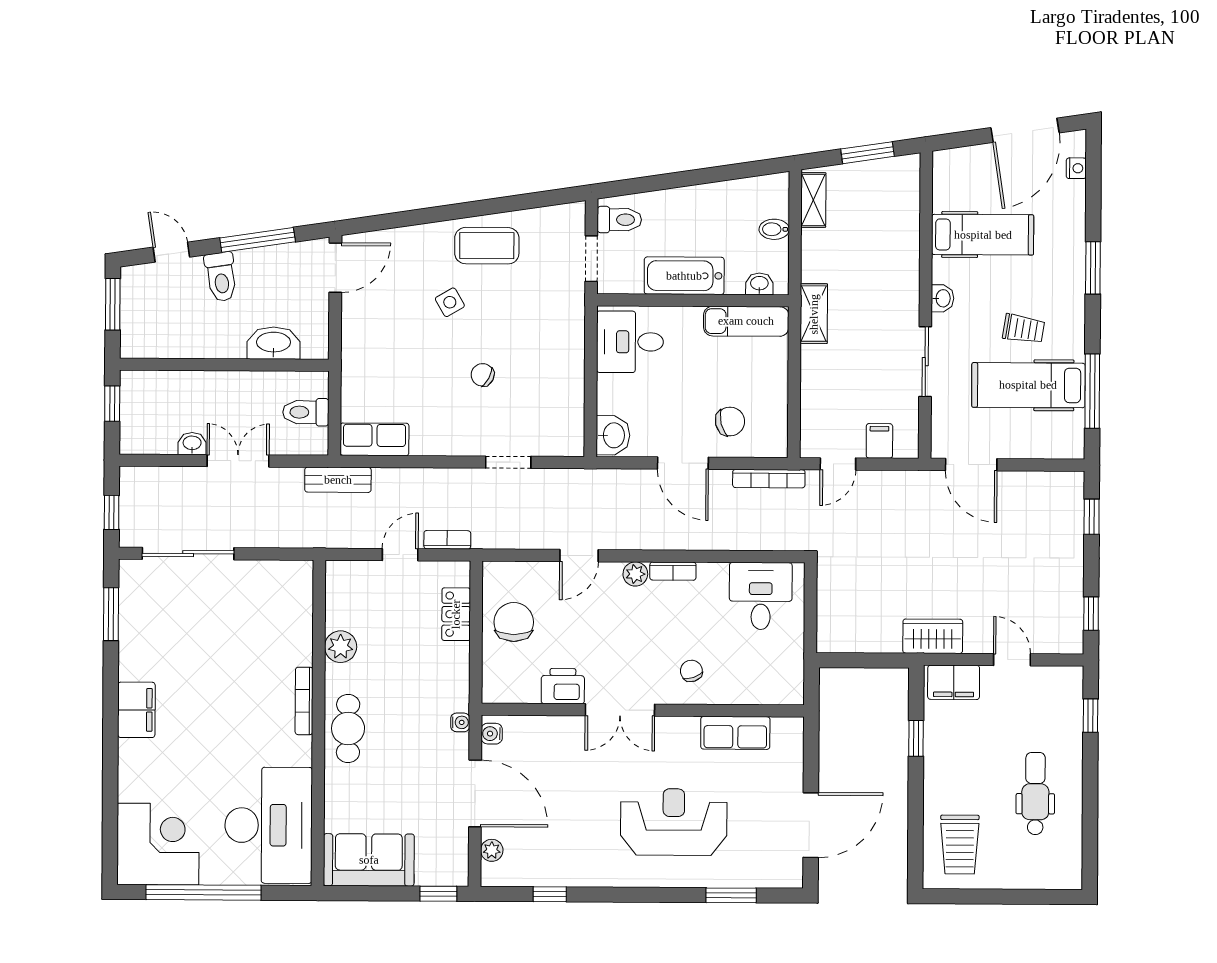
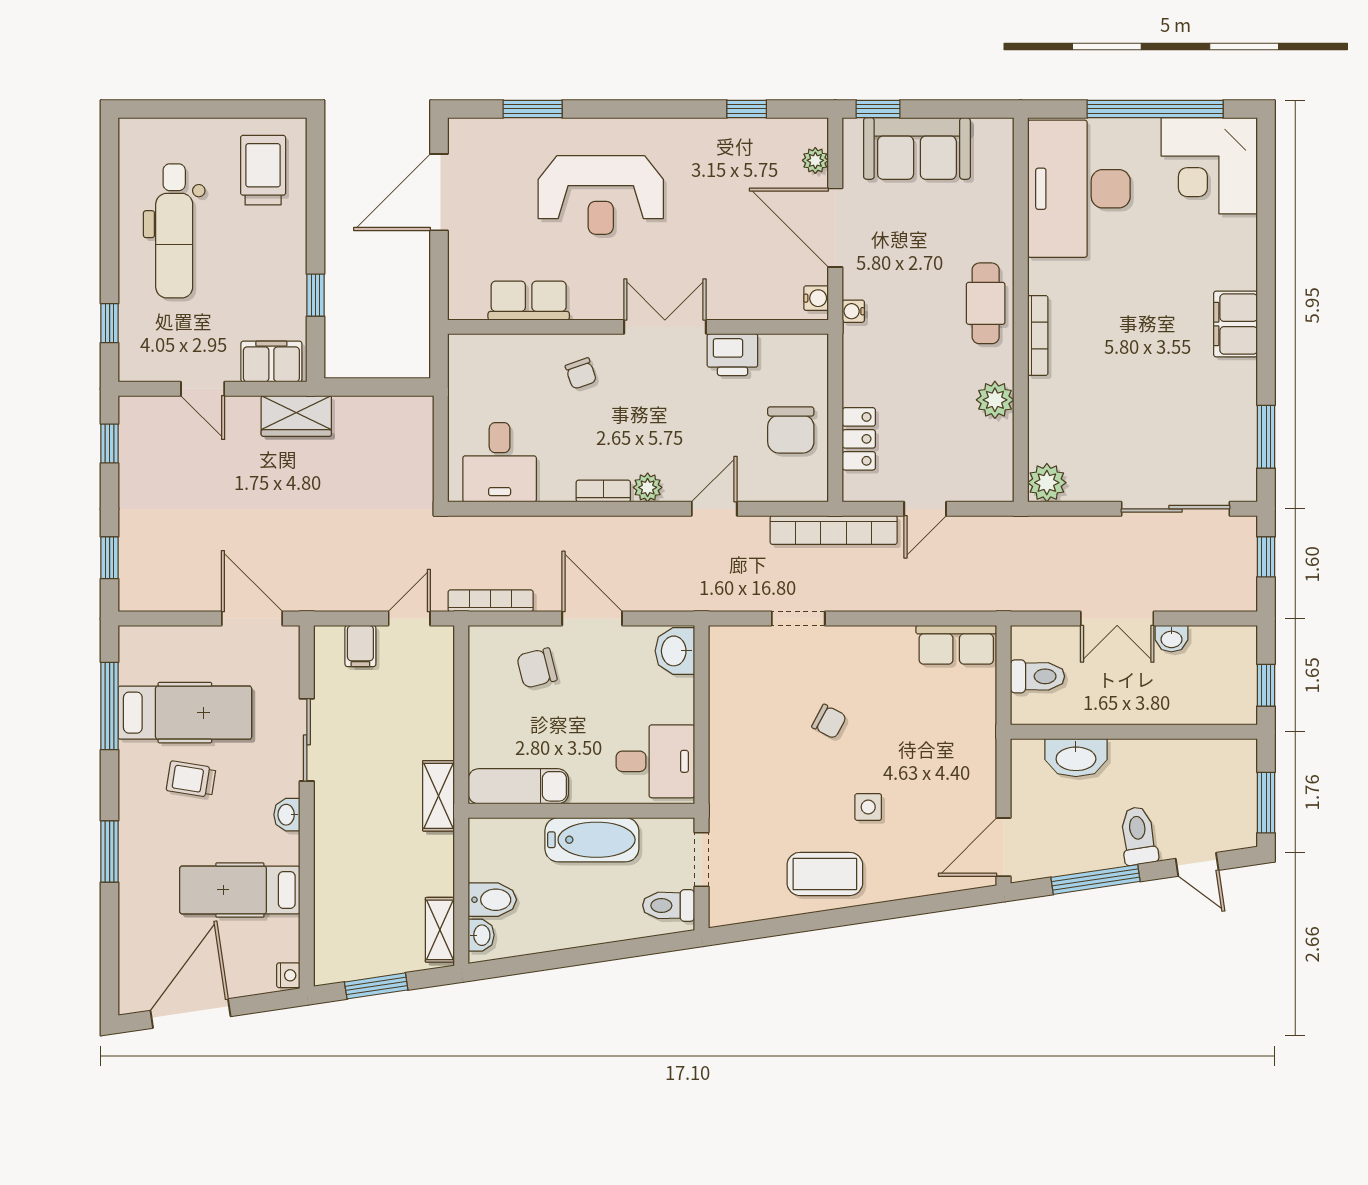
nightstand: (1076, 168) -> (288, 975), moved, turned 180
bidet: (774, 229) -> (492, 900), width x1.38, depth x1.36
washbasin: (759, 284) -> (481, 935), moved, turned -90
side table: (450, 302) -> (868, 807), turned 30
bench: (338, 480) -> (999, 597), removed
bookcase: (447, 540) -> (834, 530), width x2.31, depth x1.31
plant: (297, 576) -> (1047, 483), added
dental chair: (1035, 793) -> (174, 231), width x1.36, depth x1.38
sofa: (369, 860) -> (917, 148), moved

